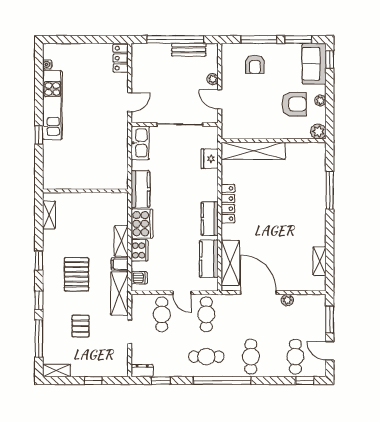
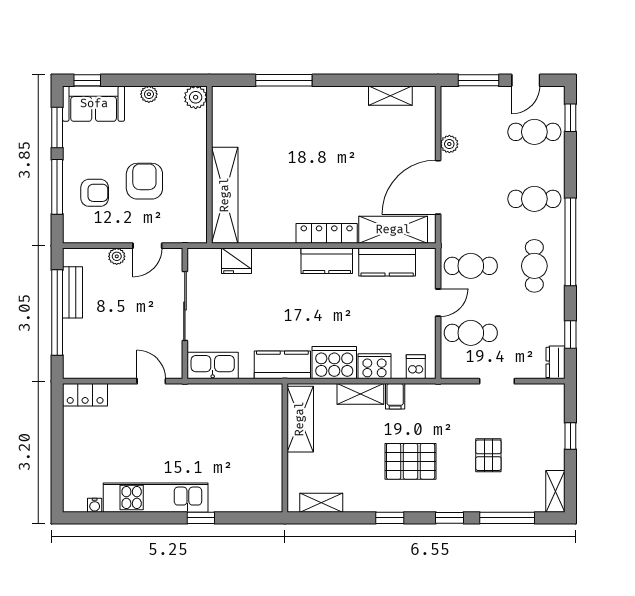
armchair: (294, 104) -> (144, 181), moved
locker: (228, 204) -> (327, 233), moved
shelving: (119, 294) -> (300, 419), moved, turned 90
pallet: (81, 326) -> (488, 455), turned 90

